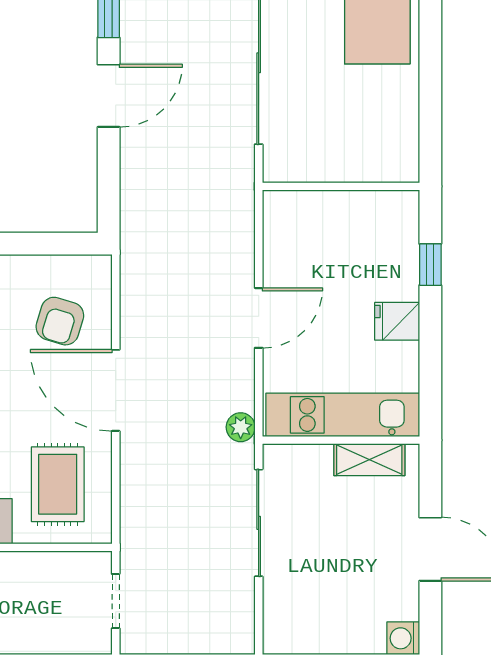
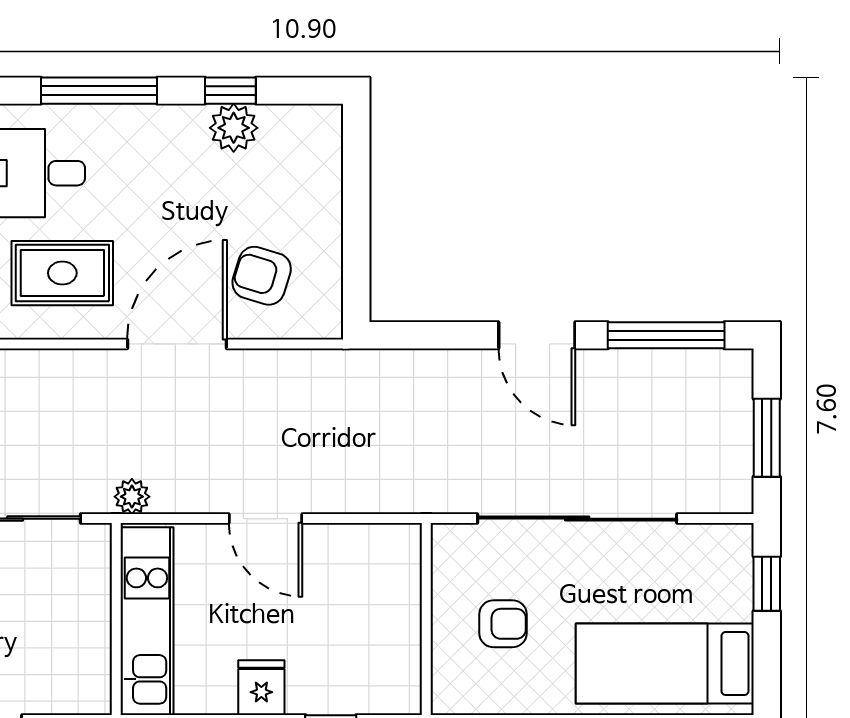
armchair: (345, 123) -> (503, 624), added
shelving: (369, 460) -> (92, 654), removed

